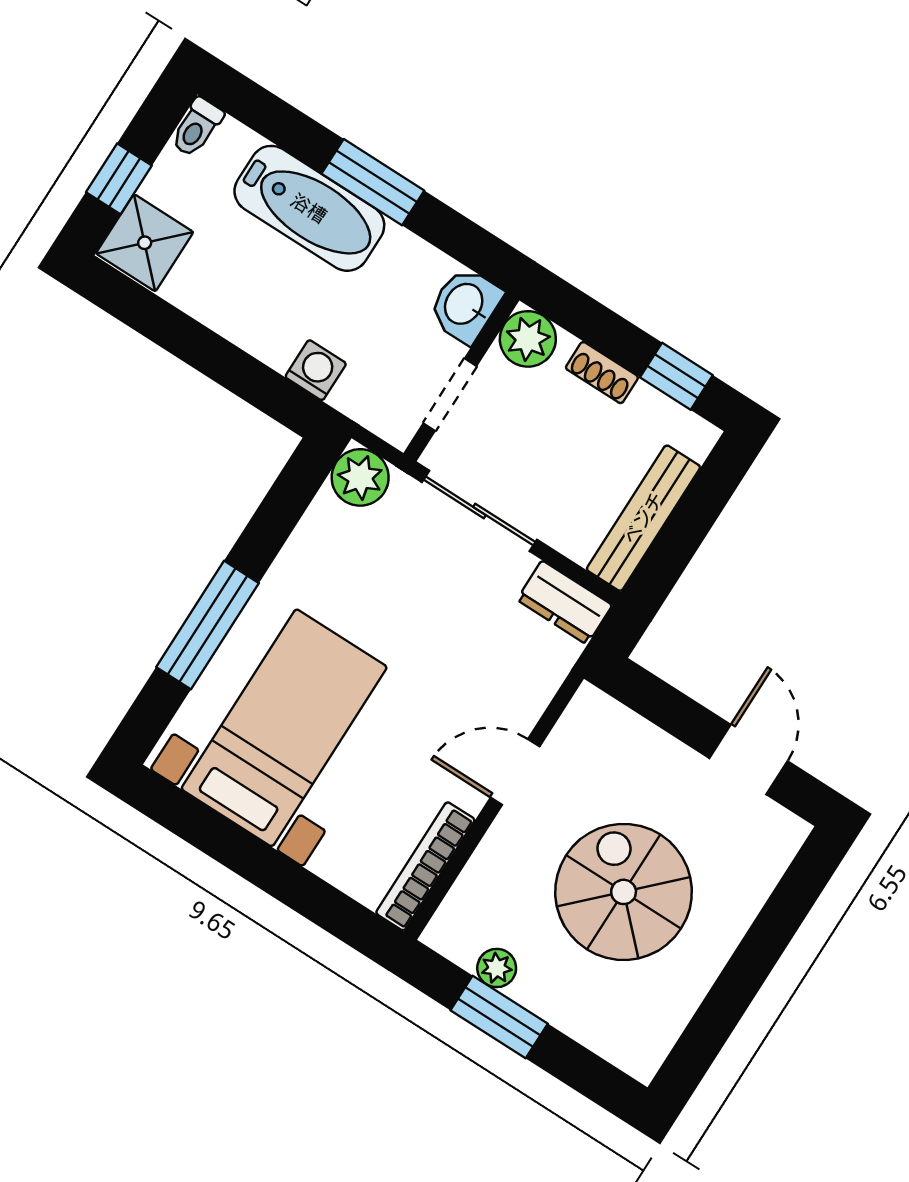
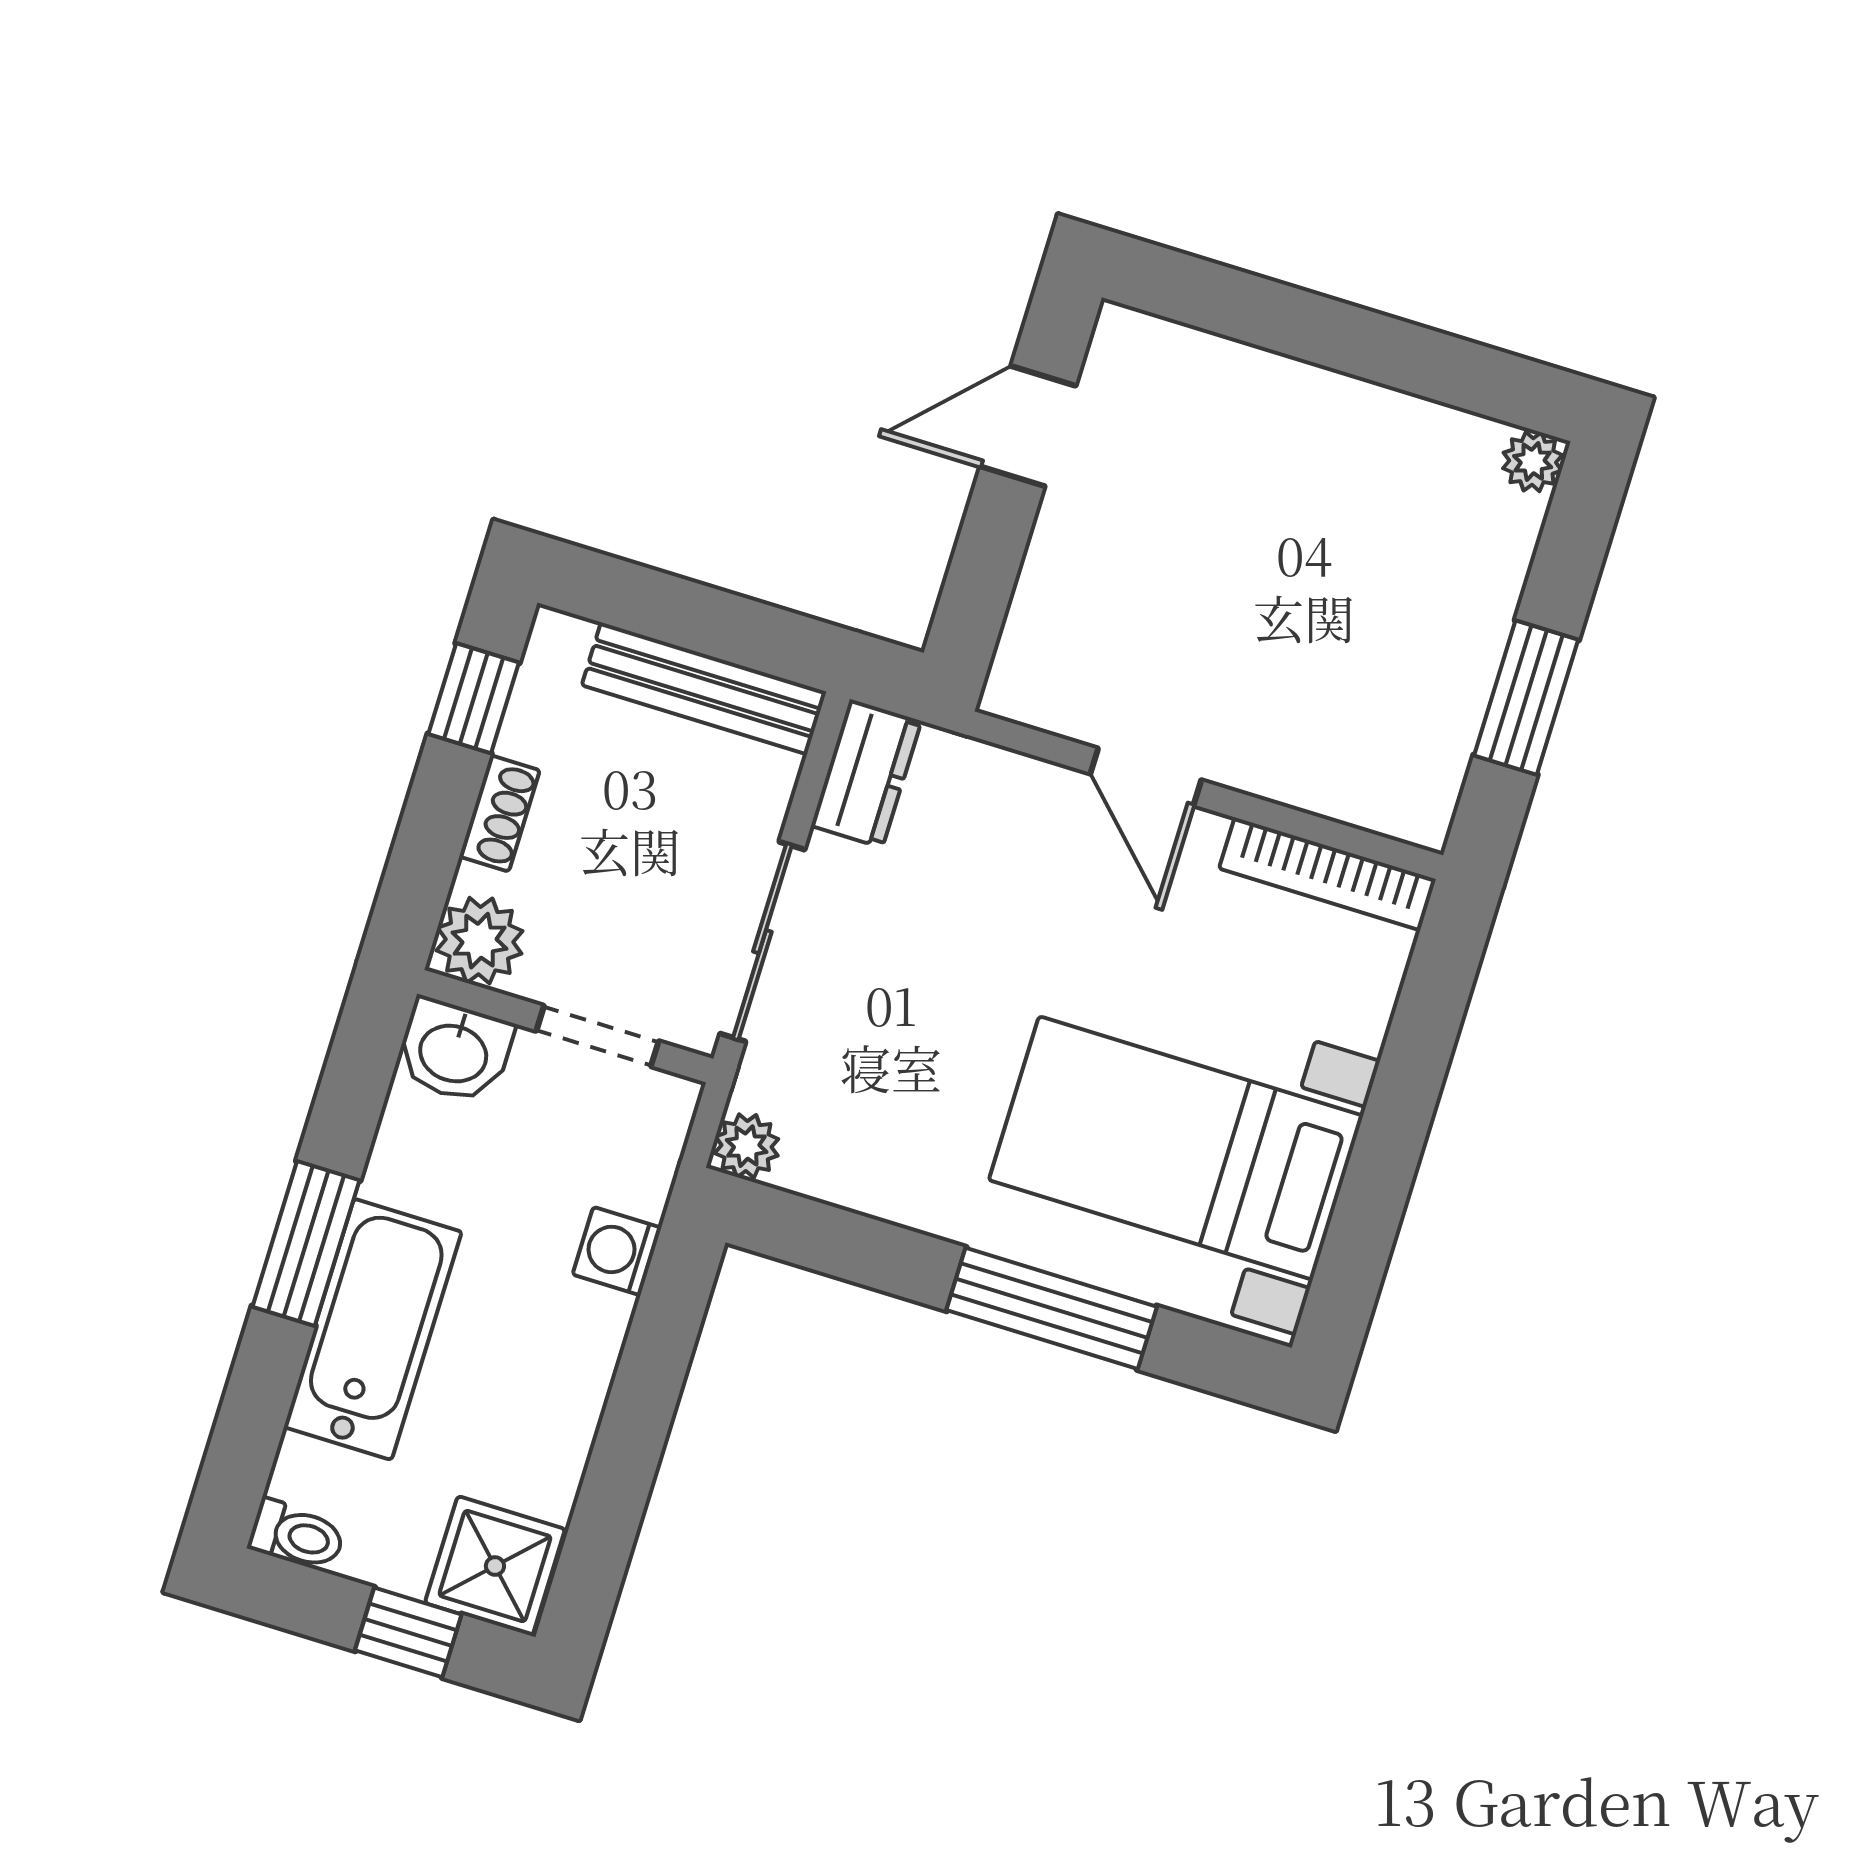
plant: (360, 477) -> (747, 1146), width x0.73, depth x0.73
spiral stairs: (624, 892) -> (1283, 561), removed
plant: (497, 968) -> (1533, 462), moved

